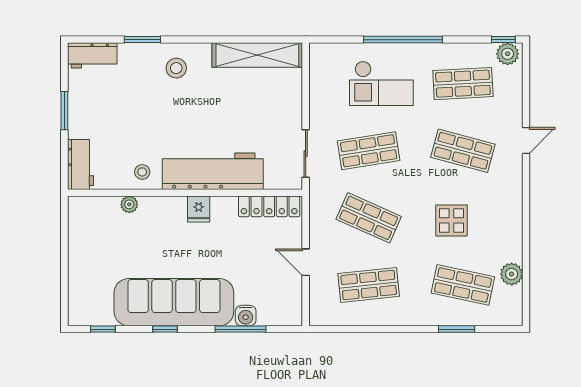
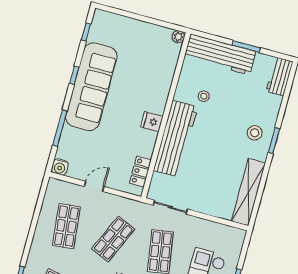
window: (142, 40) -> (274, 141), moved
workbench: (80, 164) -> (220, 55), width x1.88, depth x1.32
stool: (142, 172) -> (204, 96), moved
plant: (129, 204) -> (178, 37), moved
locker: (269, 206) -> (140, 172), width x0.66
water cooler: (246, 316) -> (60, 167), moved, turned -90

